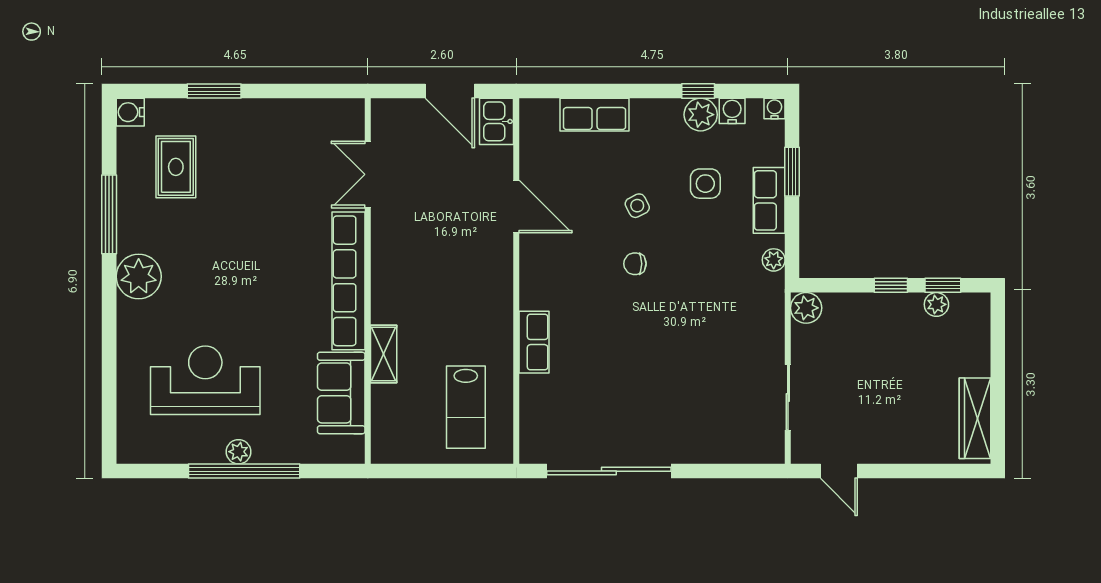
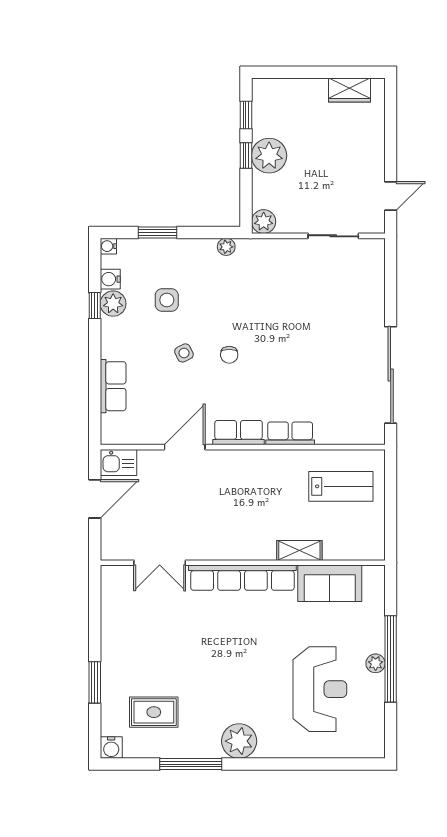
row of seats: (769, 200) -> (239, 433), moved, turned 180
plant: (936, 304) -> (269, 156), moved, width x1.88, depth x1.88
reception desk: (205, 380) -> (320, 689), turned 180
wardrobe: (975, 418) -> (350, 90), width x0.67

